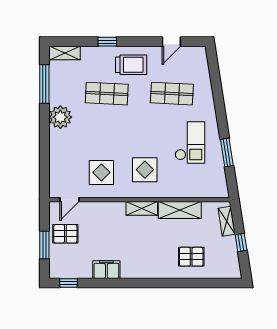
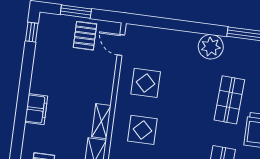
filing cabinet: (106, 270) -> (36, 109), moved

